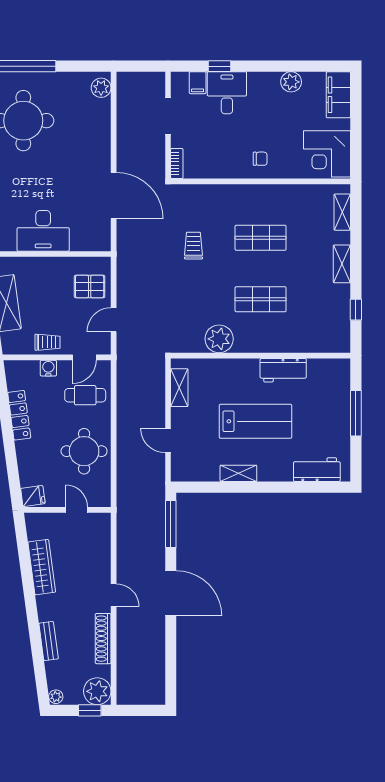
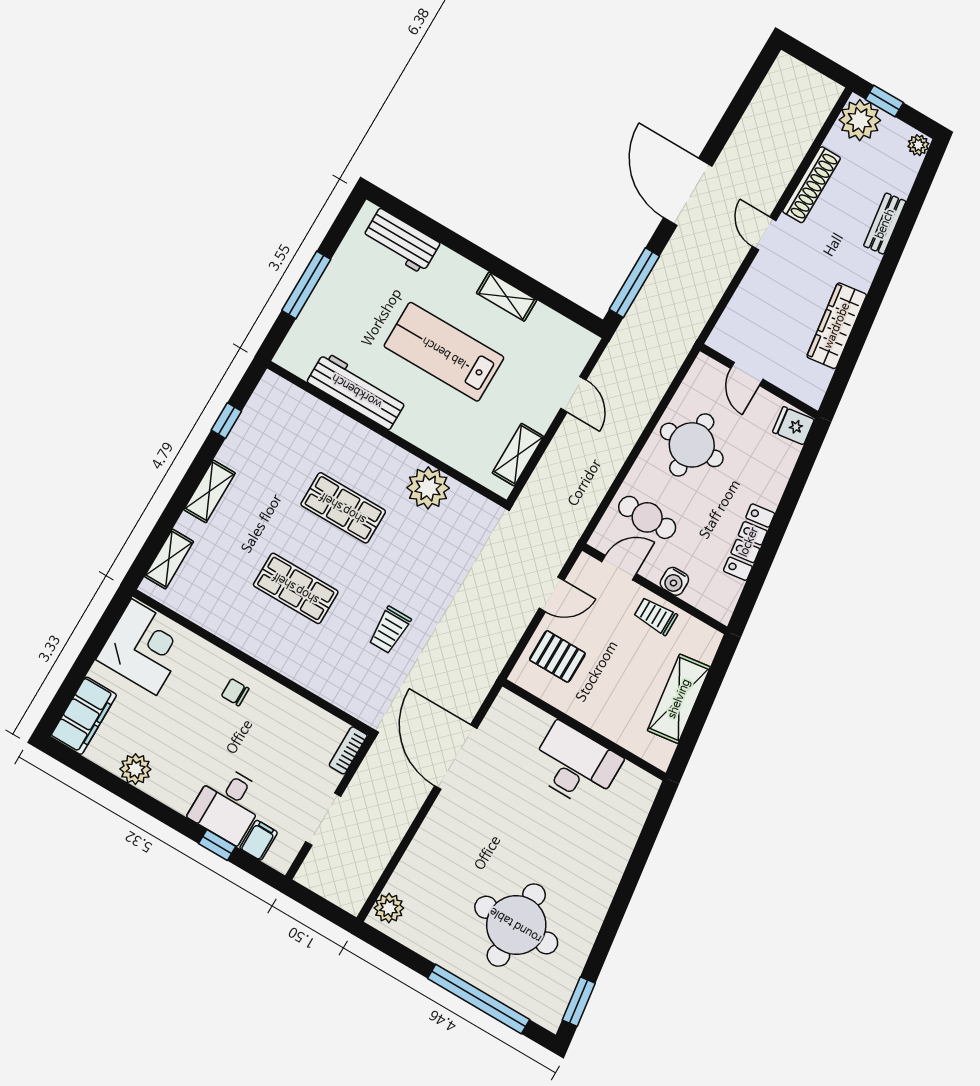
workbench: (283, 370) -> (357, 391), width x1.38

